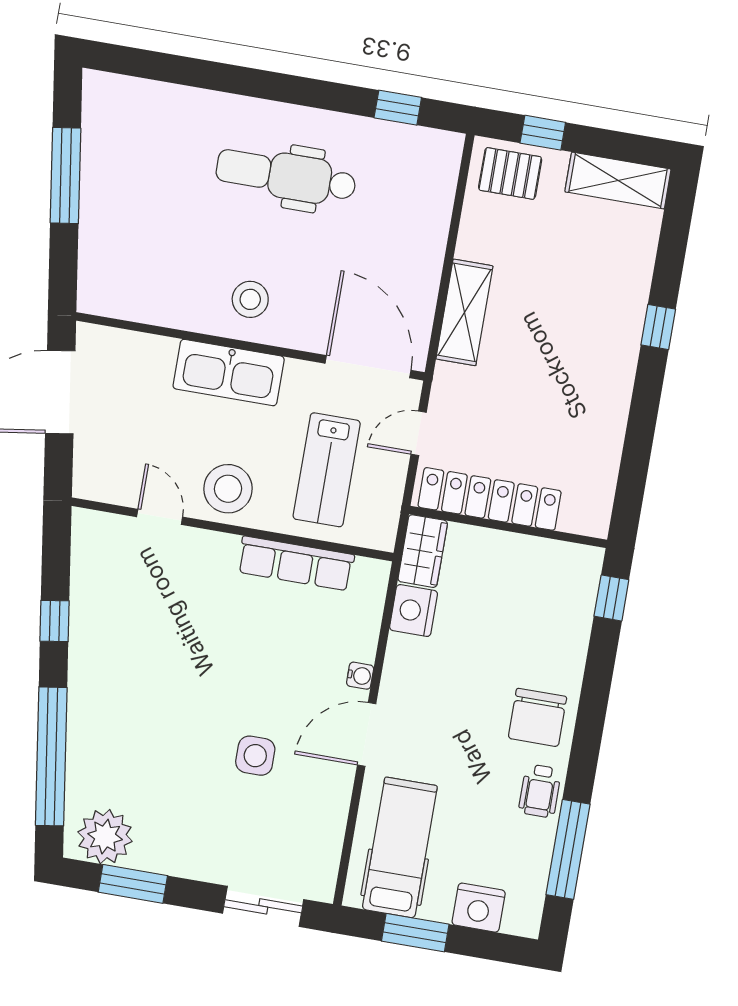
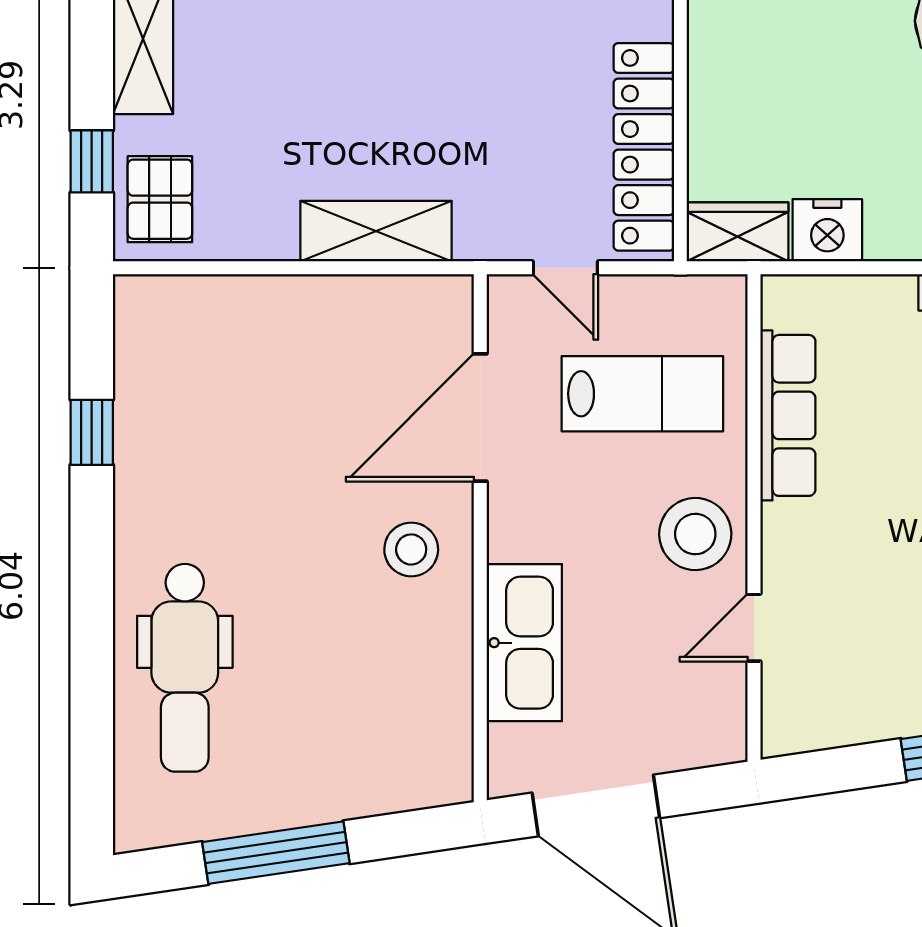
window: (398, 108) -> (92, 432), moved
dental chair: (286, 176) -> (185, 668), moved
door: (368, 367) -> (480, 417), moved
kitchen sink: (229, 373) -> (524, 643), moved

